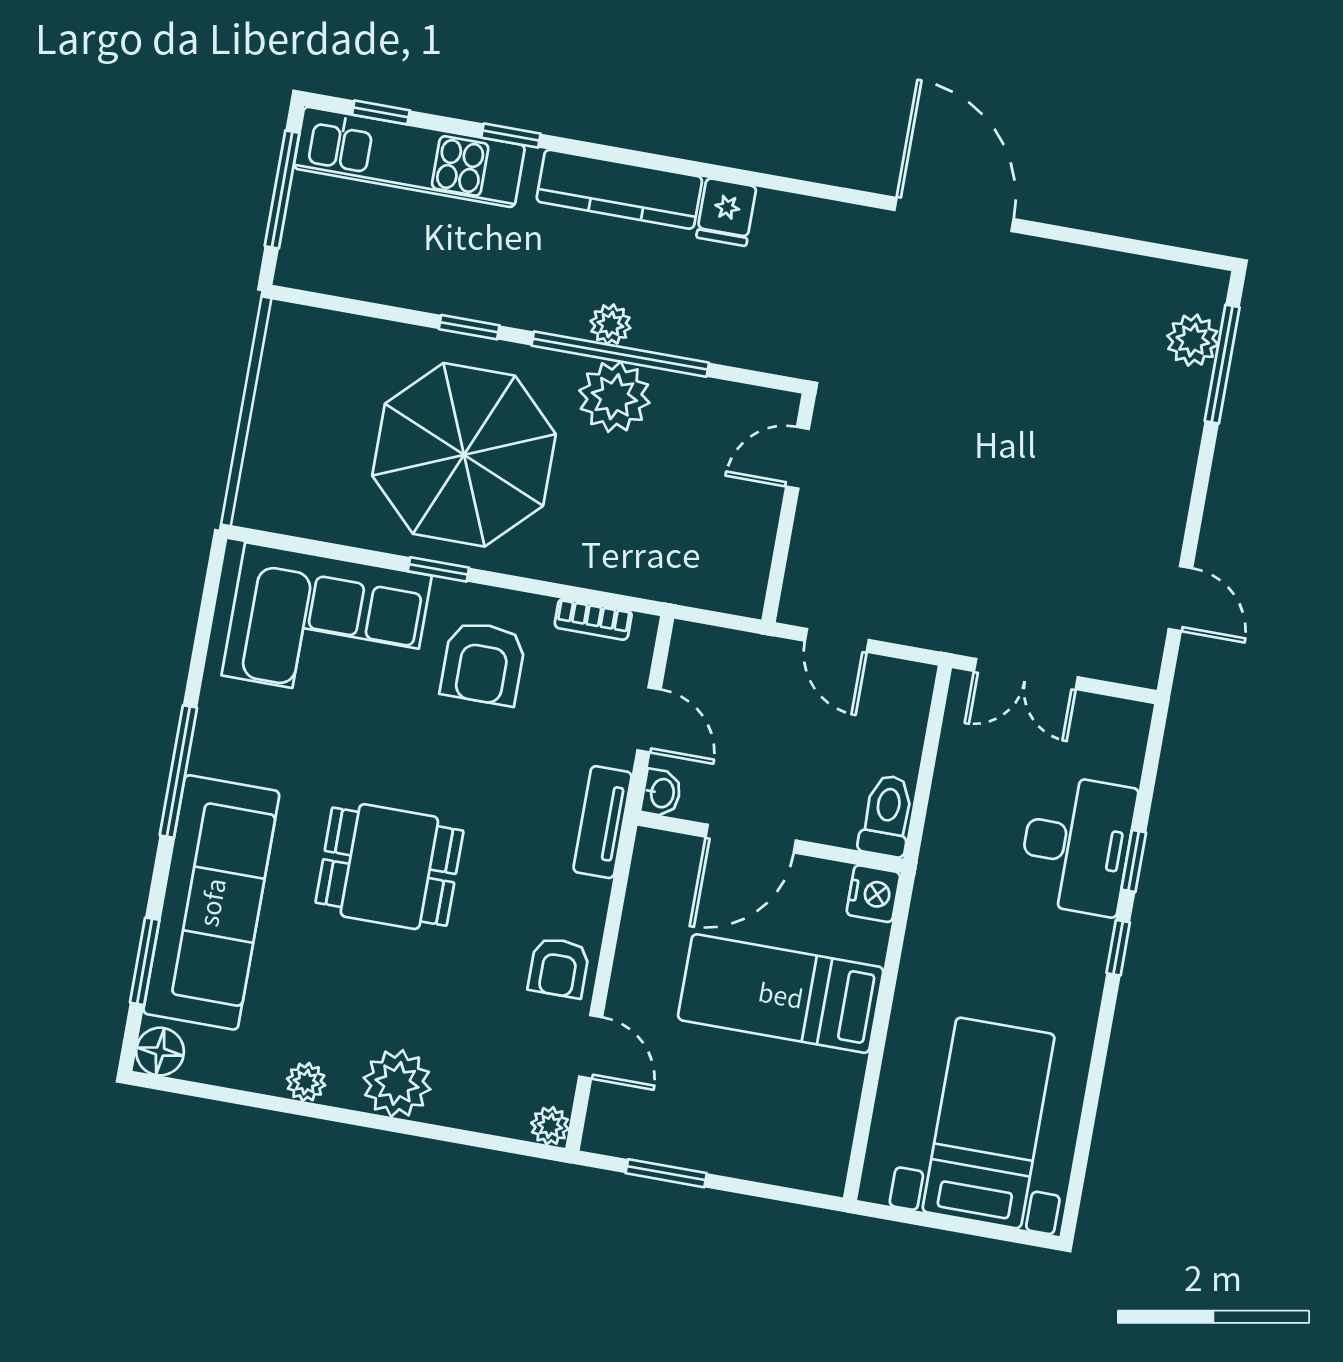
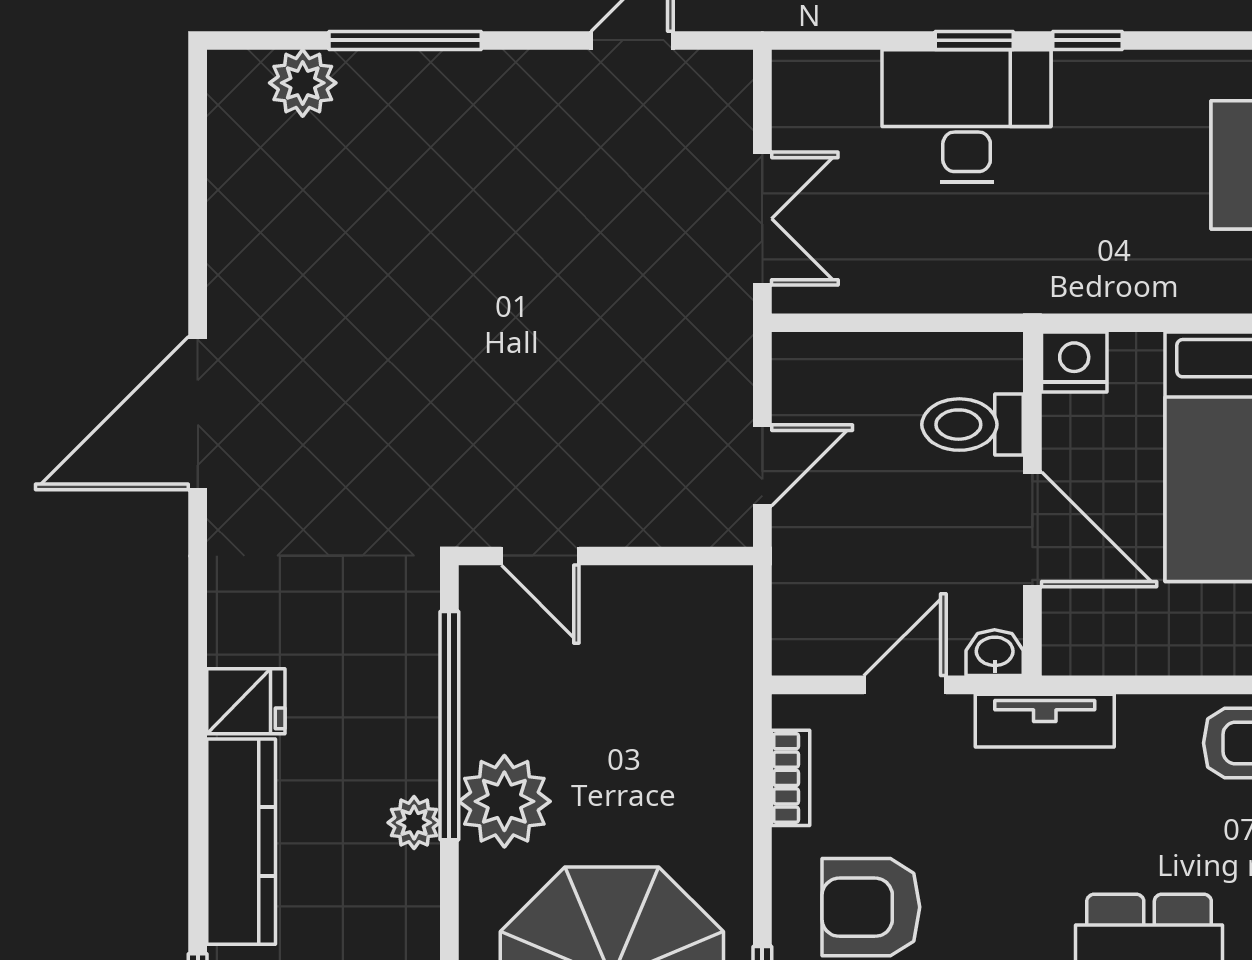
window: (620, 354) -> (449, 726), moved
window: (1222, 364) -> (405, 40), moved
armchair: (483, 663) -> (871, 907), turned 180
toilet: (887, 816) -> (973, 425), moved

